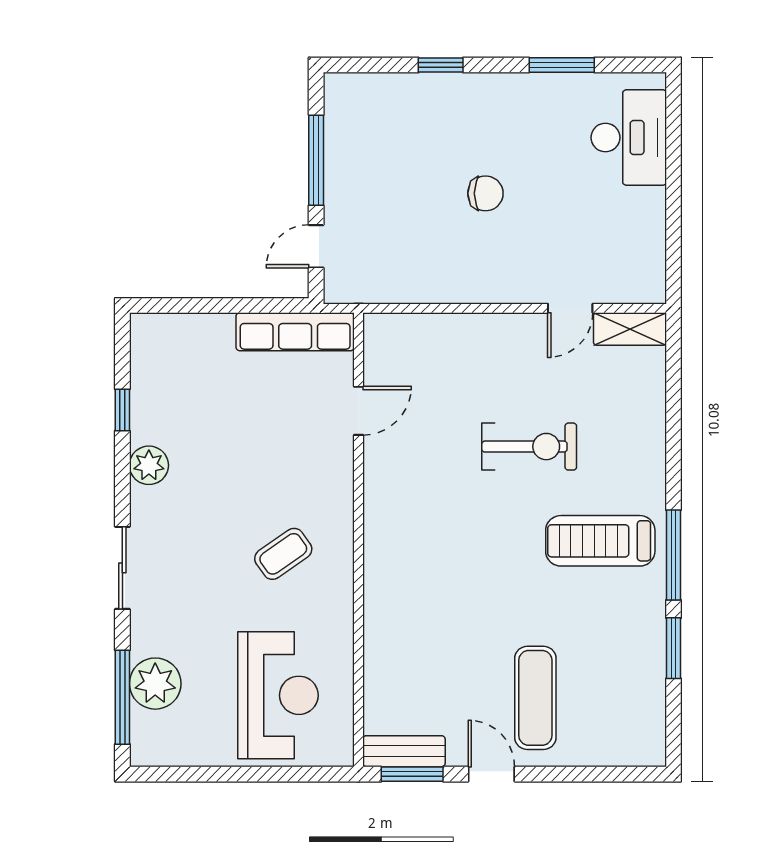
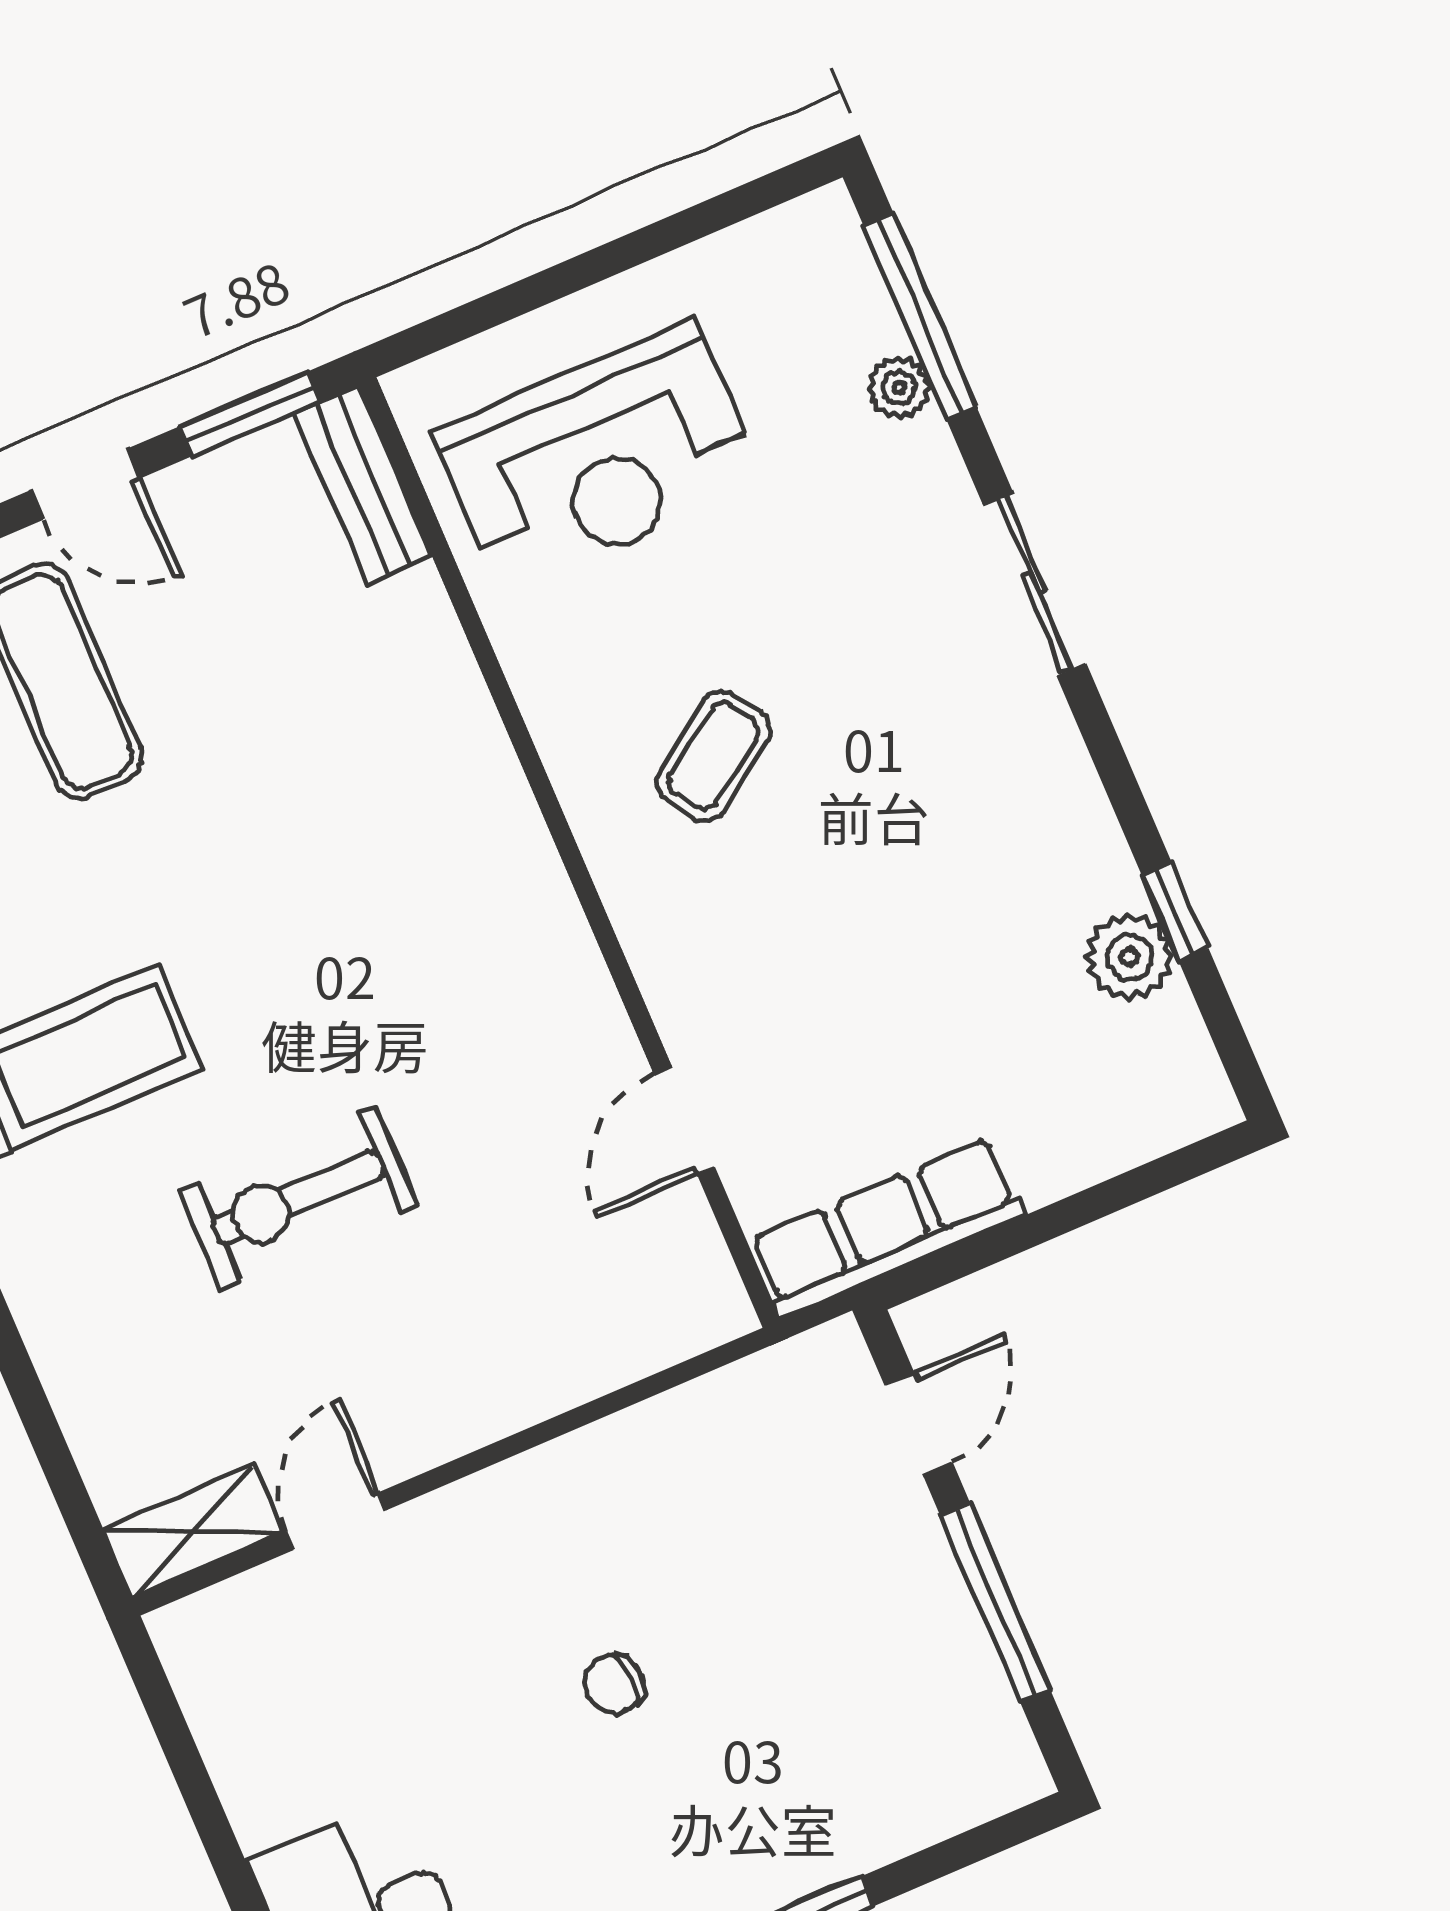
chair: (485, 193) -> (614, 1684), width x0.73, depth x0.73
plant: (149, 465) -> (1129, 957), moved
plant: (155, 684) -> (899, 387), width x0.53, depth x0.53
reception desk: (278, 695) -> (598, 458), turned -90
bench: (404, 751) -> (363, 484), moved, turned 90

